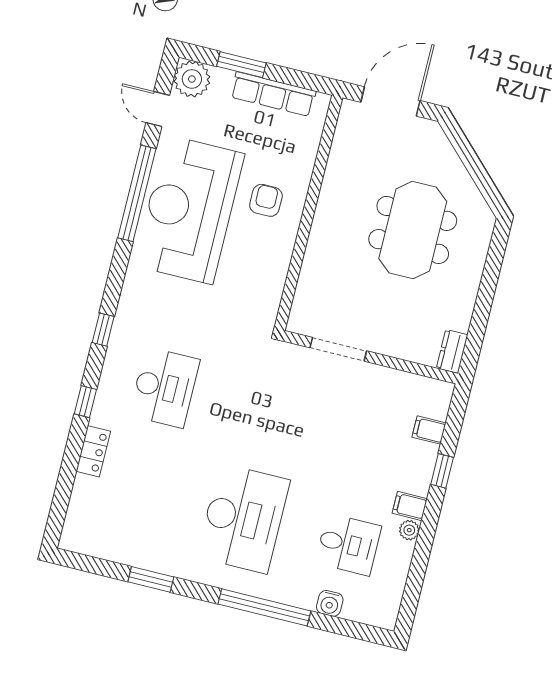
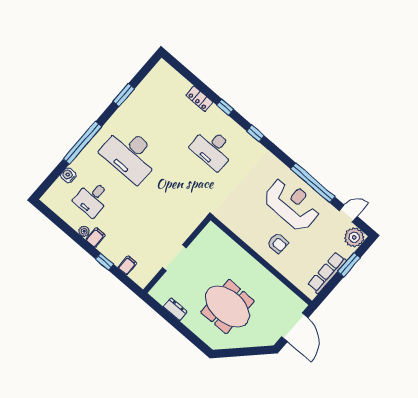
reception desk: (189, 210) -> (292, 204), width x0.74, depth x0.77
doorway: (338, 349) -> (174, 258), moved
dresser: (452, 351) -> (175, 309), moved

